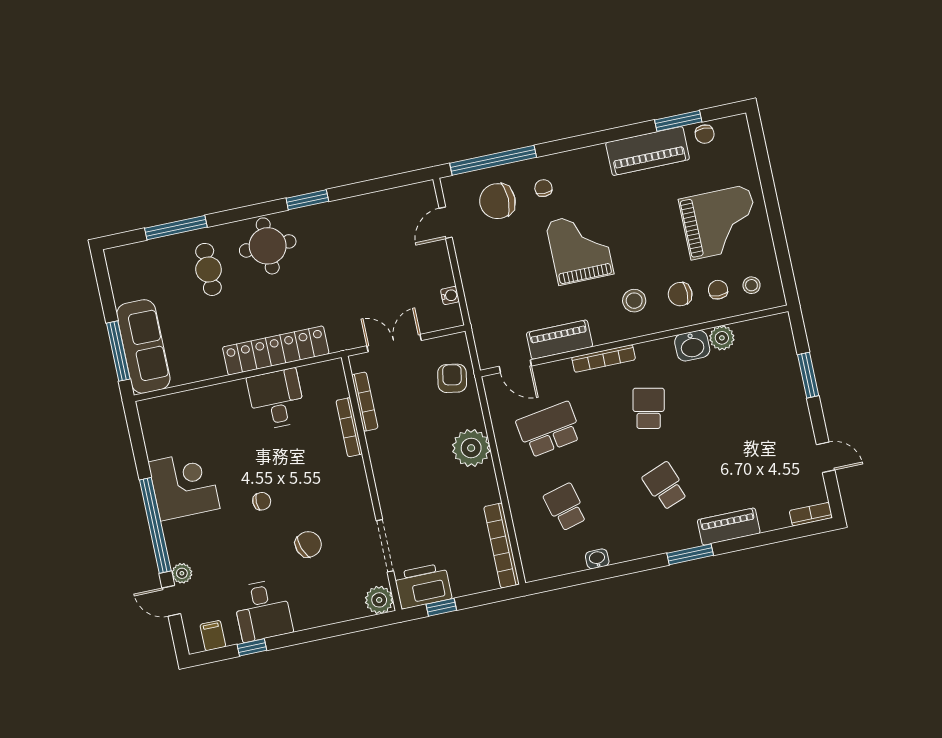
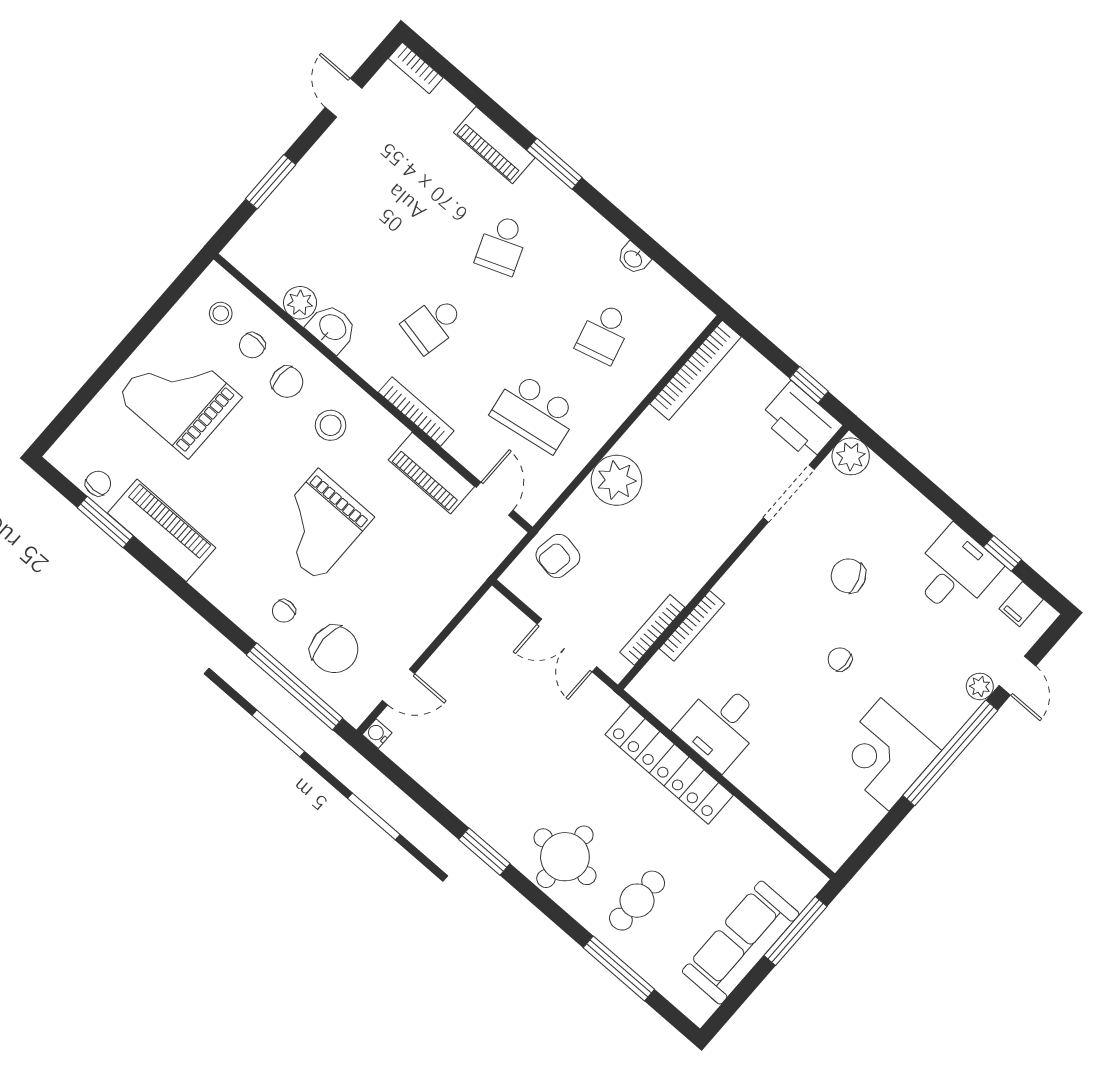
water cooler: (450, 296) -> (377, 734), moved
sofa: (143, 346) -> (741, 943), moved

